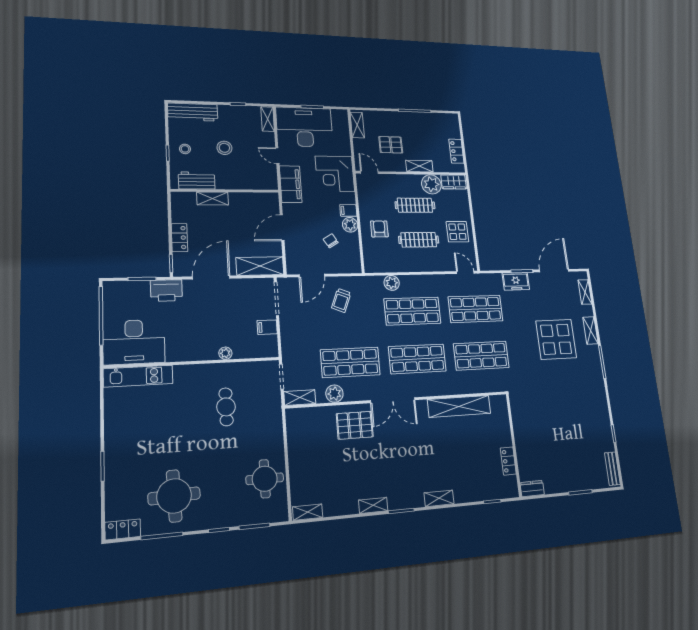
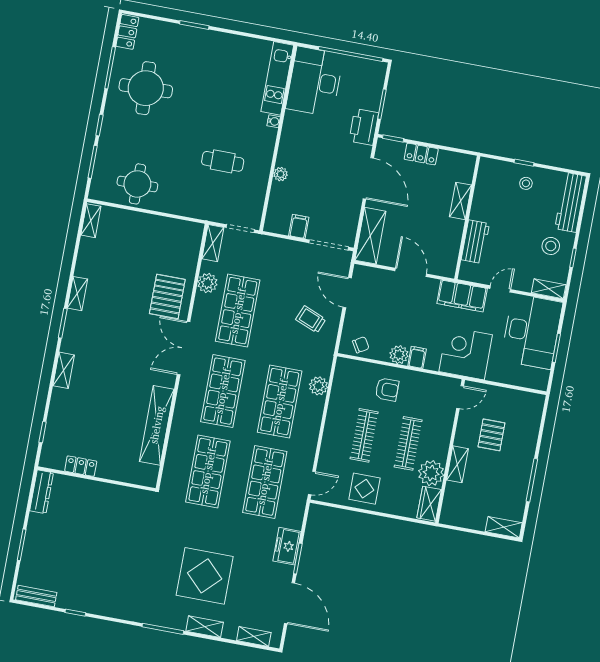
shelving: (357, 125) -> (504, 527), moved
stool: (224, 148) -> (551, 246), moved
locker: (456, 151) -> (469, 520), removed
workbench: (197, 180) -> (475, 242), moved
chair: (331, 241) -> (361, 345), moved
water cooler: (179, 370) -> (274, 121), added
dresser: (532, 489) -> (42, 492), width x1.44

